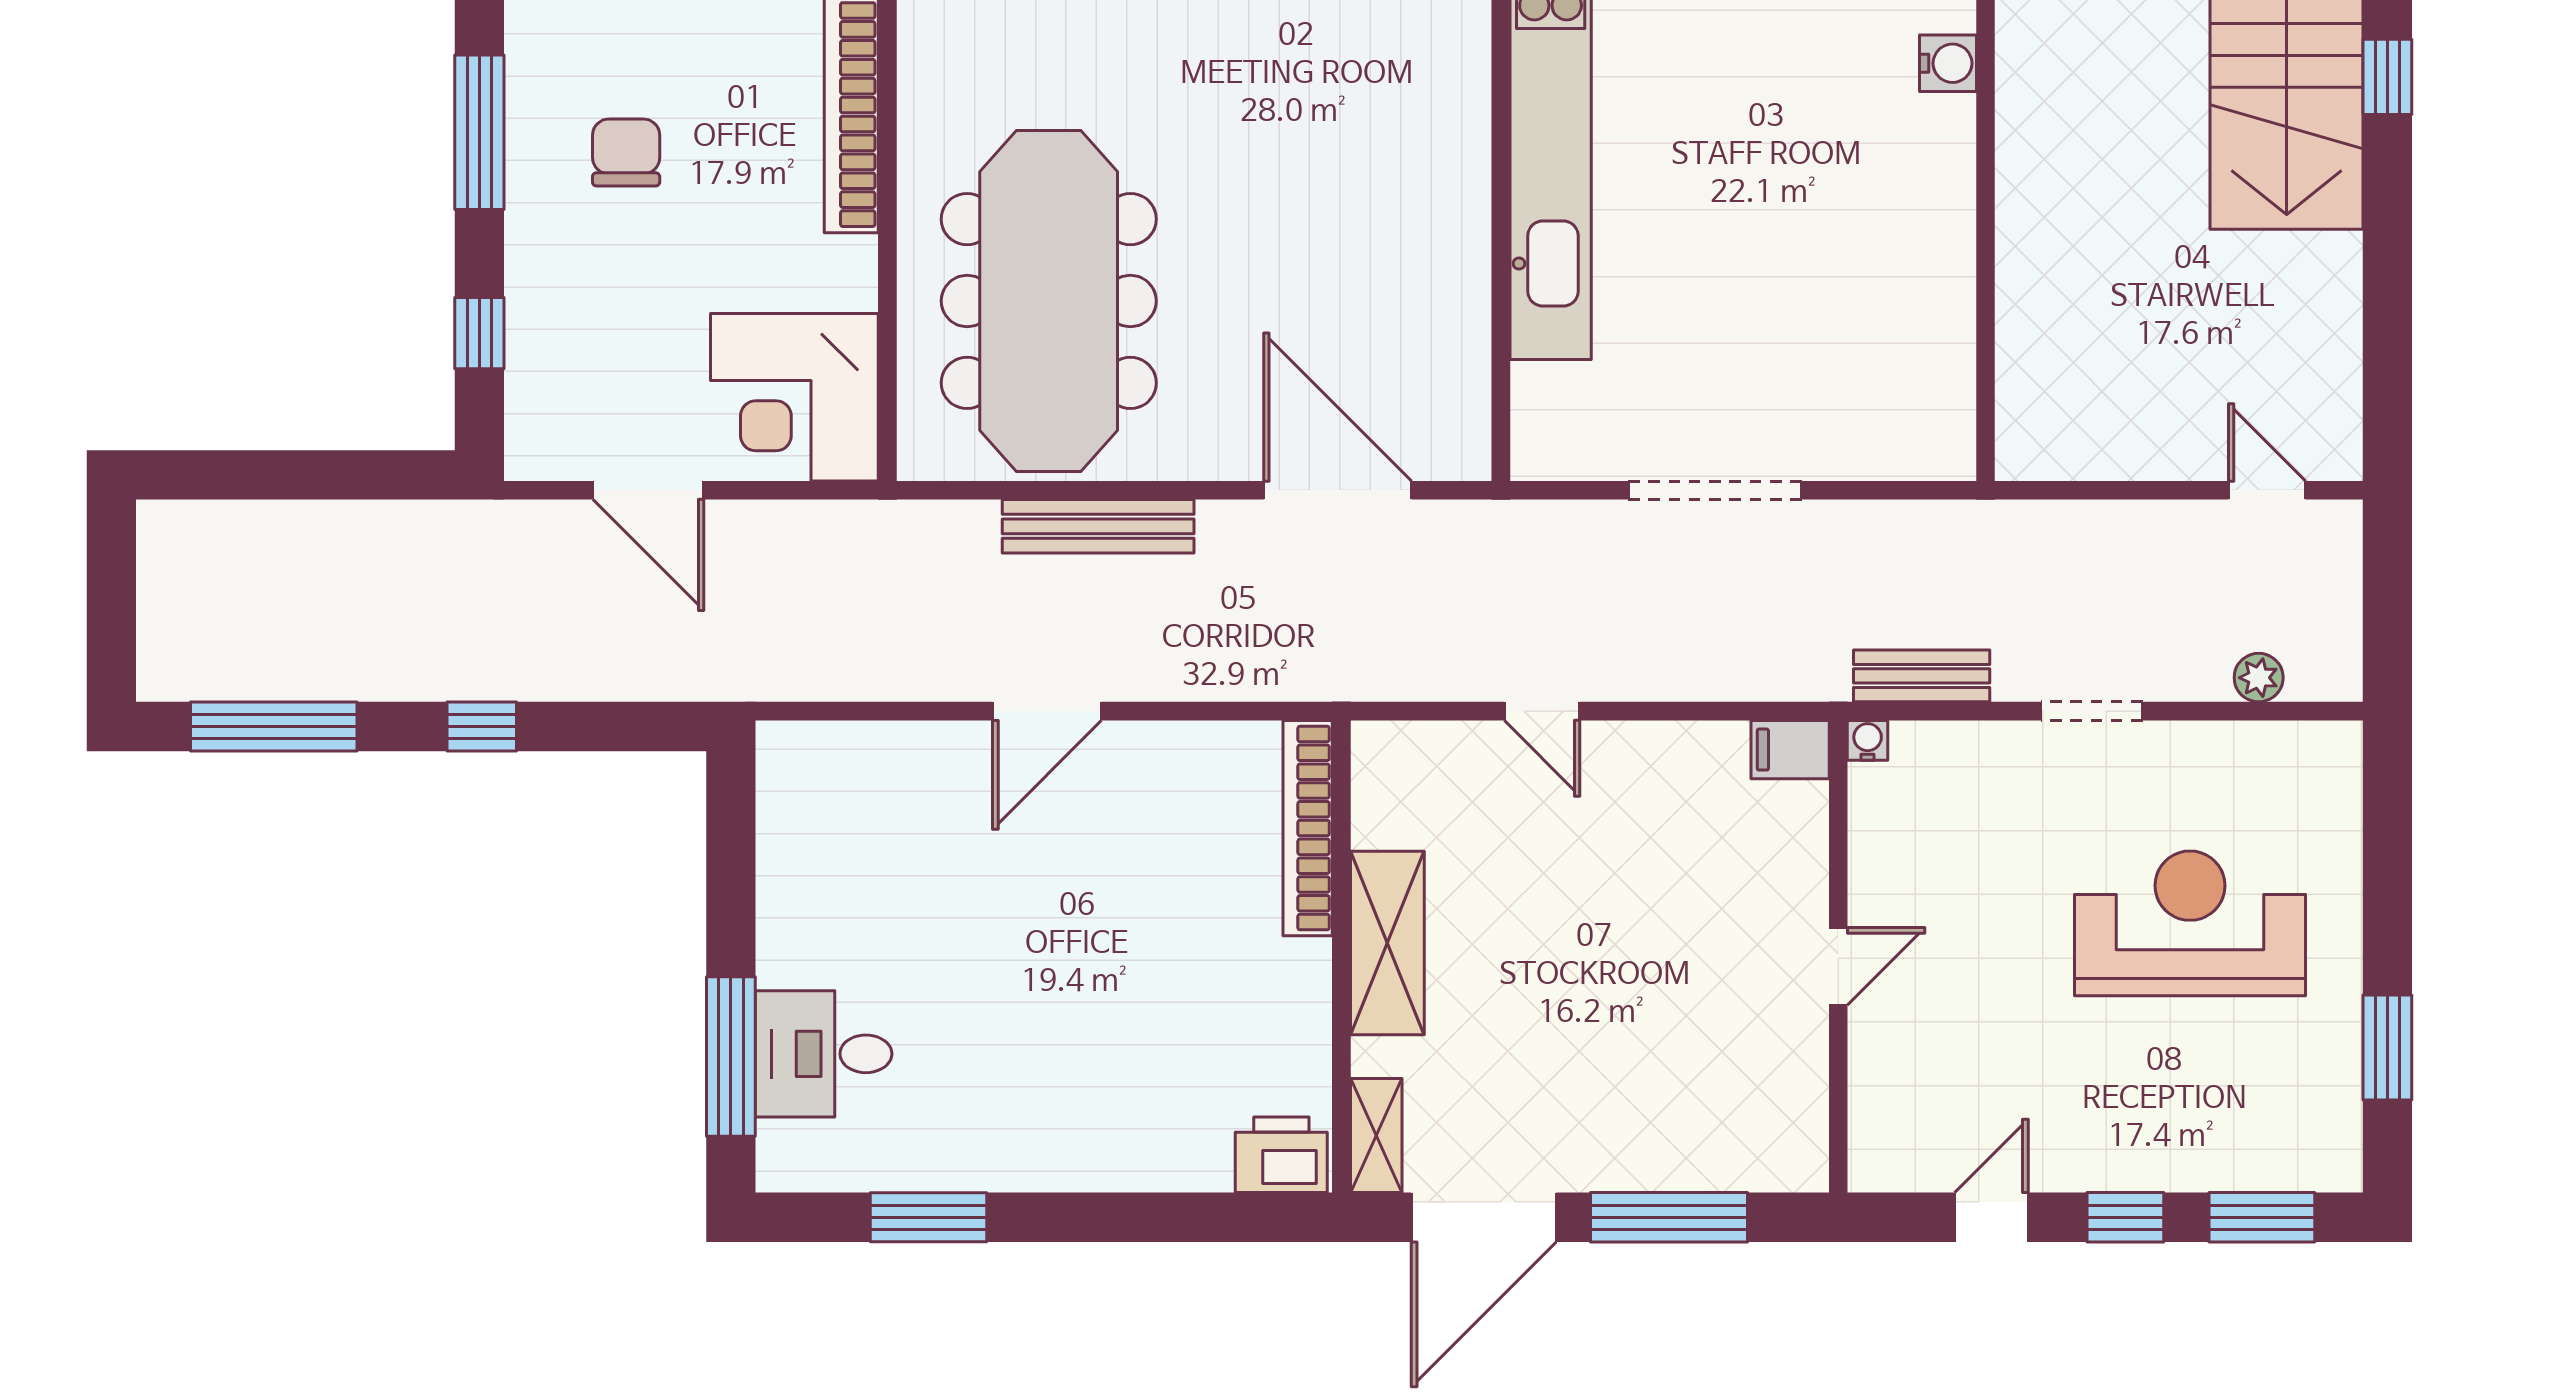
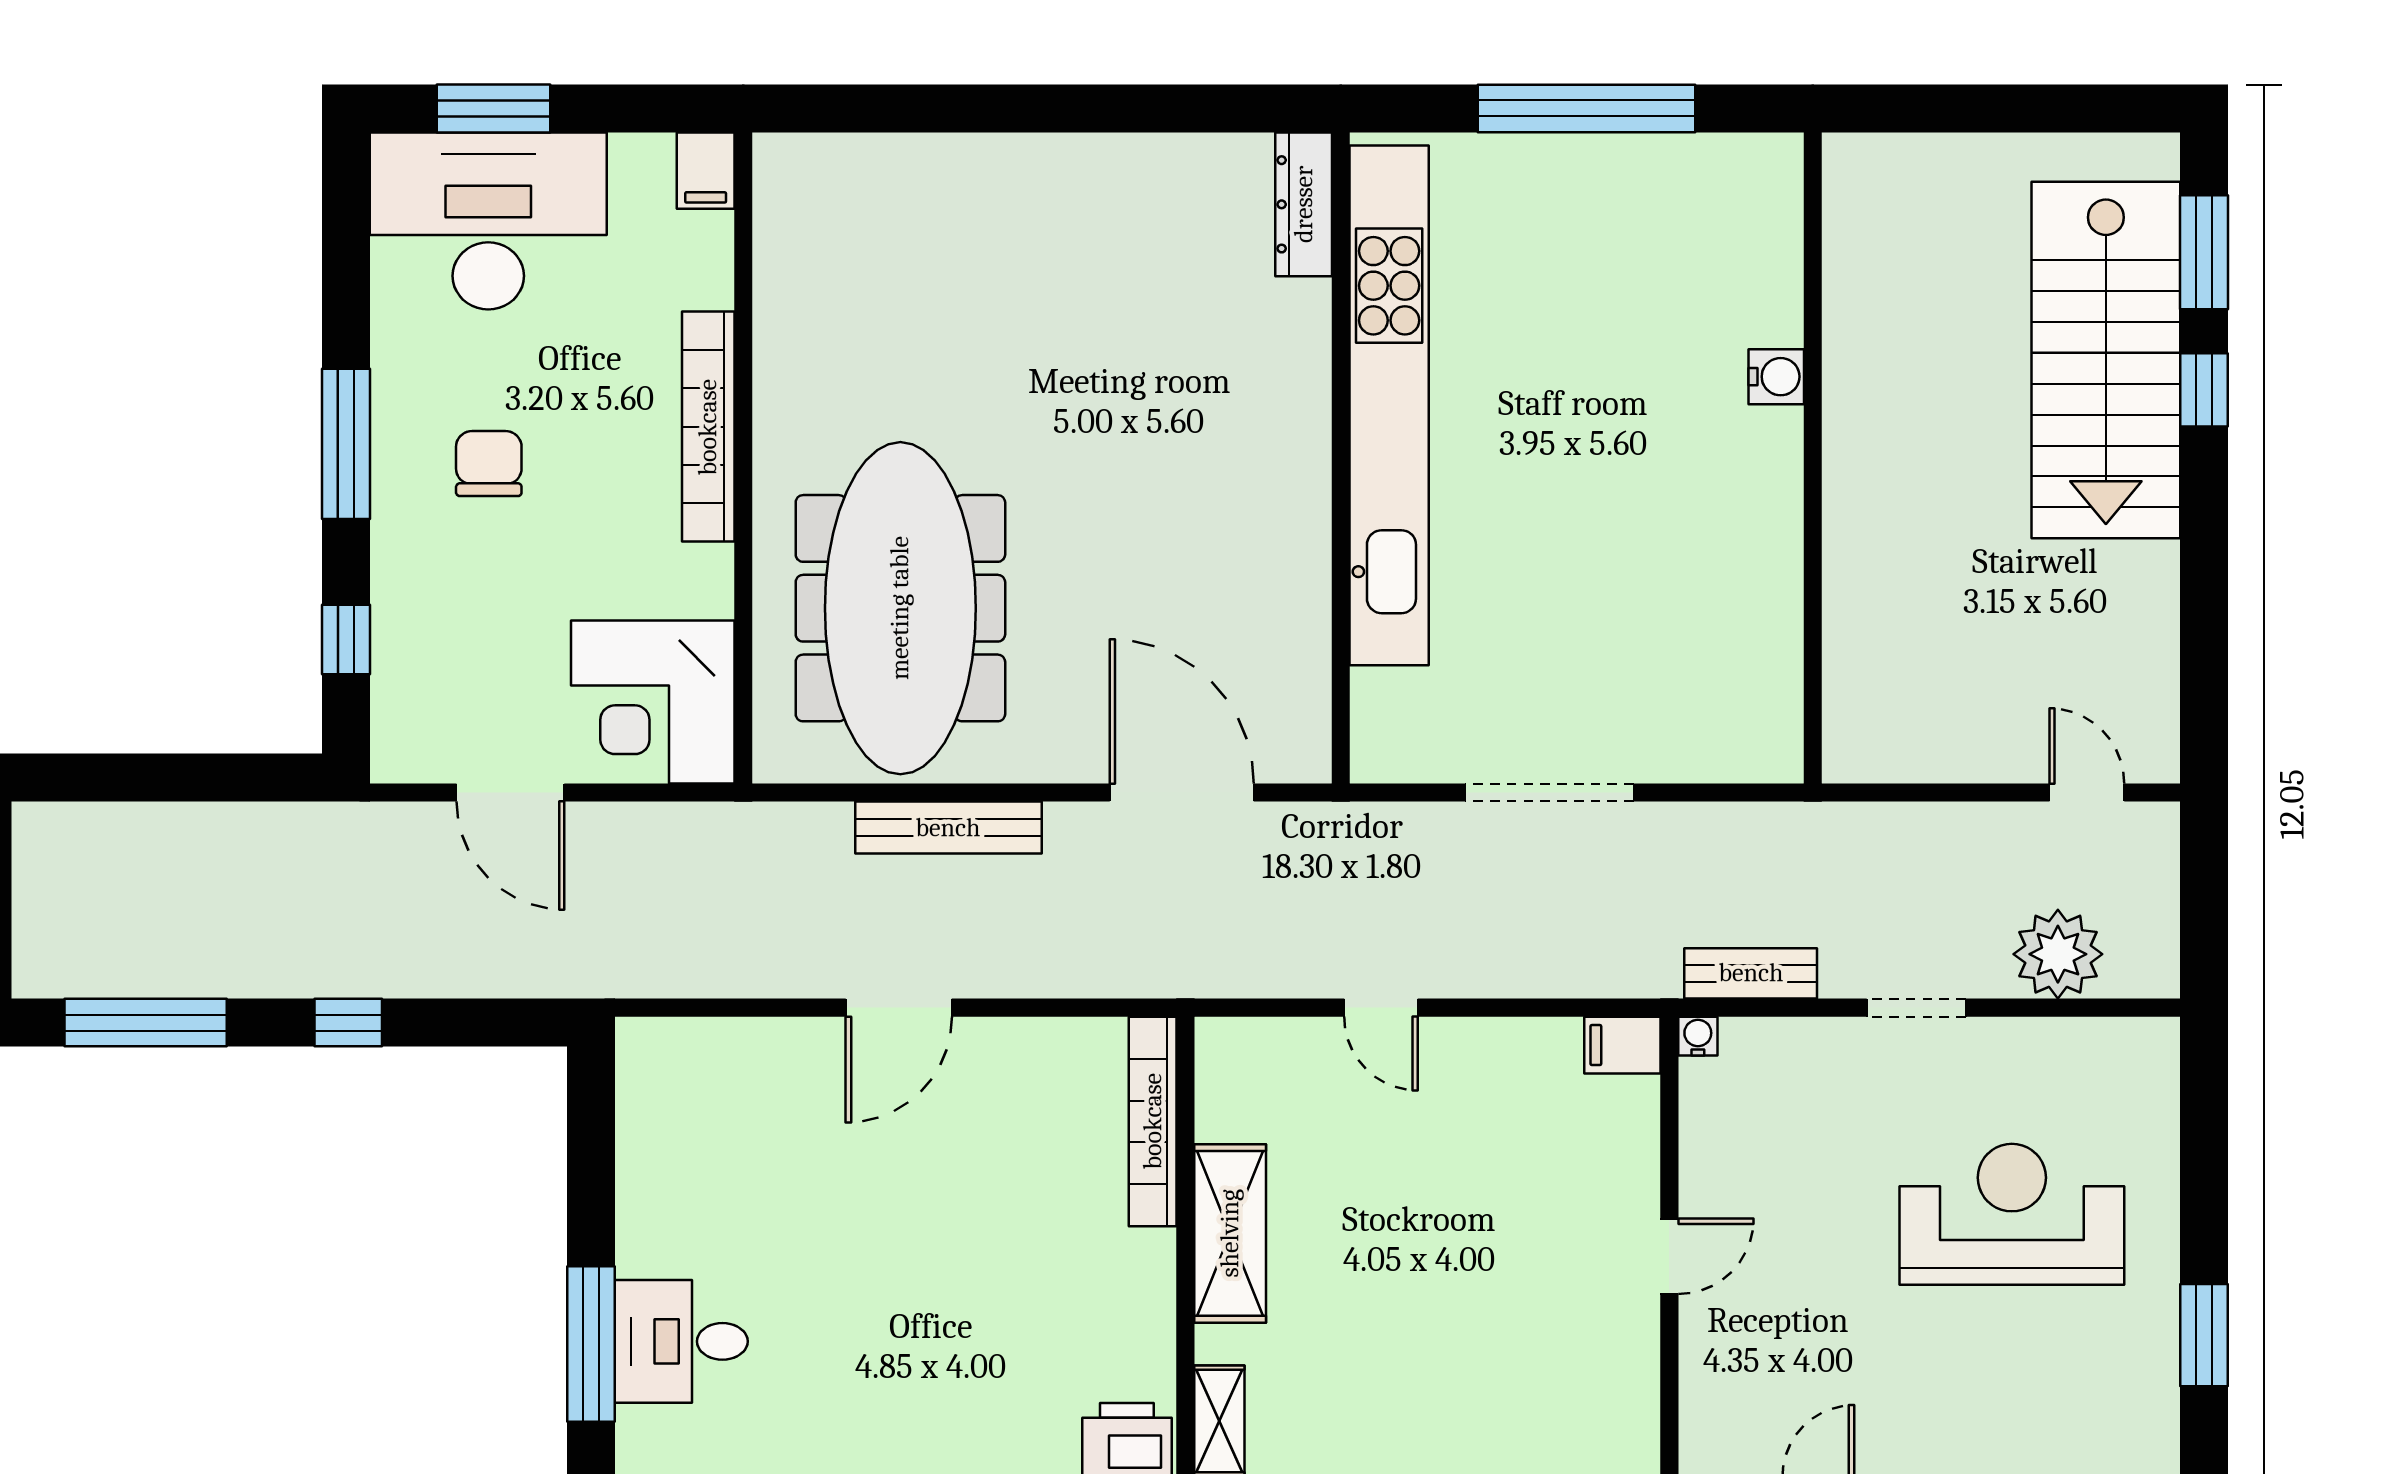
plant: (2259, 678) -> (2058, 954), width x1.88, depth x1.88

